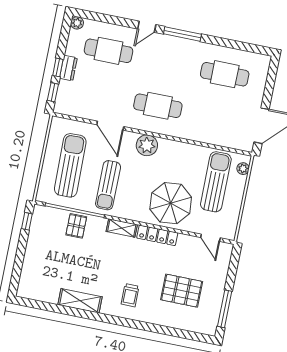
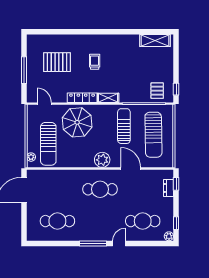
window: (58, 67) -> (176, 223), moved
dresser: (68, 68) -> (169, 188), moved
pallet: (76, 226) -> (157, 91), moved
trolley: (130, 295) -> (95, 62), moved
shelving: (80, 301) -> (155, 41), moved
window: (225, 309) -> (24, 70), moved

